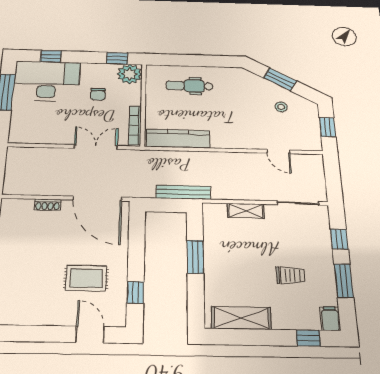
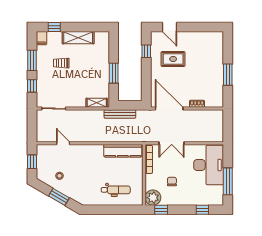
desk: (47, 81) -> (209, 165), moved, turned -90
shelving: (246, 211) -> (97, 103), moved
shelving: (241, 318) -> (78, 38), moved

